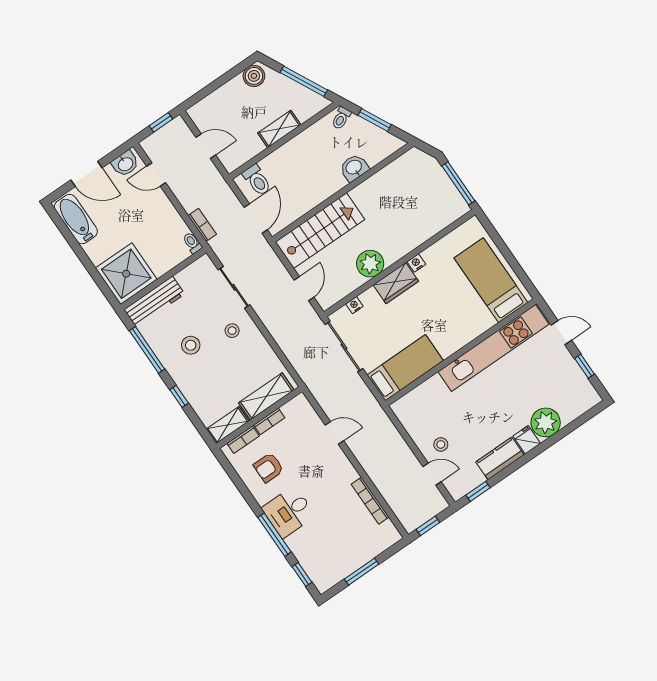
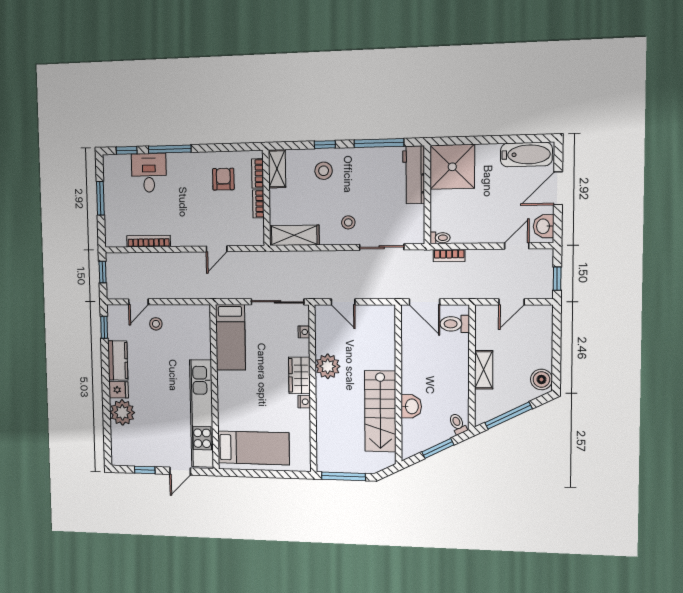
stairs: (320, 231) -> (380, 411), moved
stool: (191, 345) -> (324, 171), moved
shelving: (266, 396) -> (294, 235), moved, turned 90
desk: (289, 512) -> (149, 173), moved

